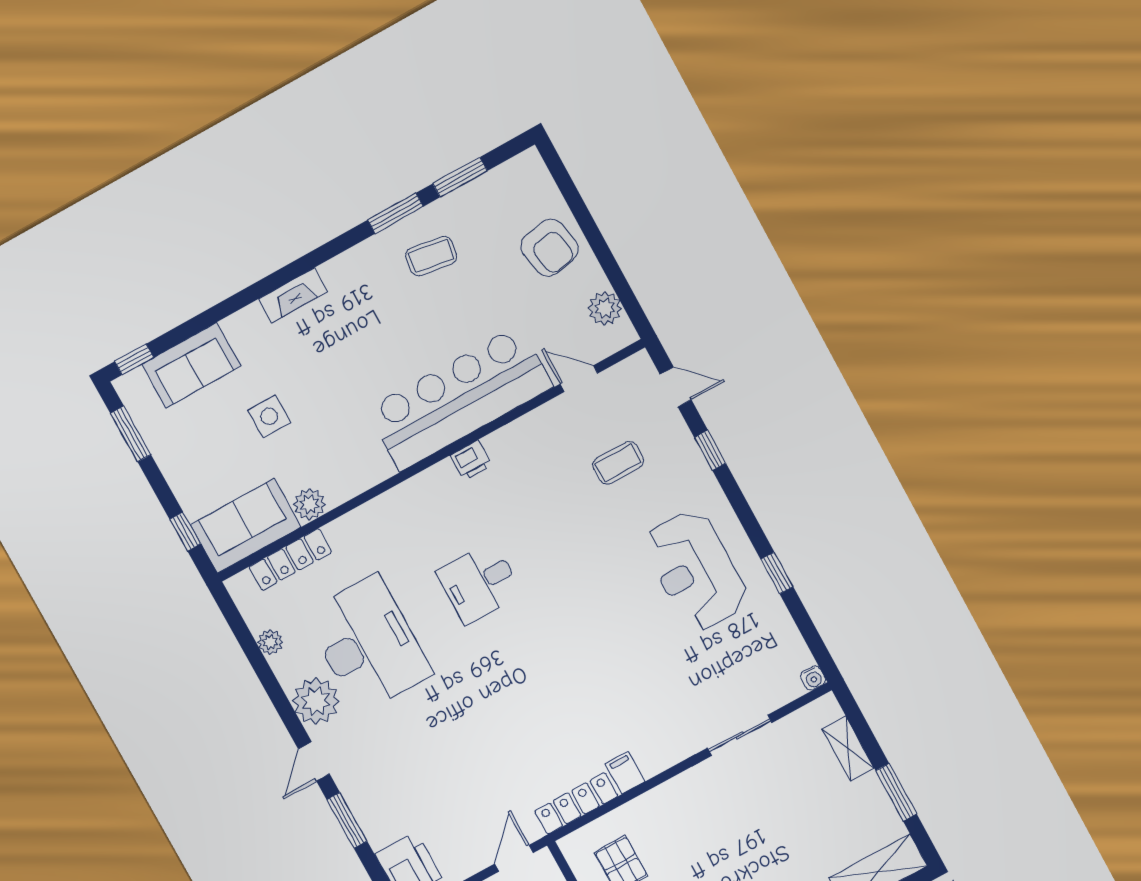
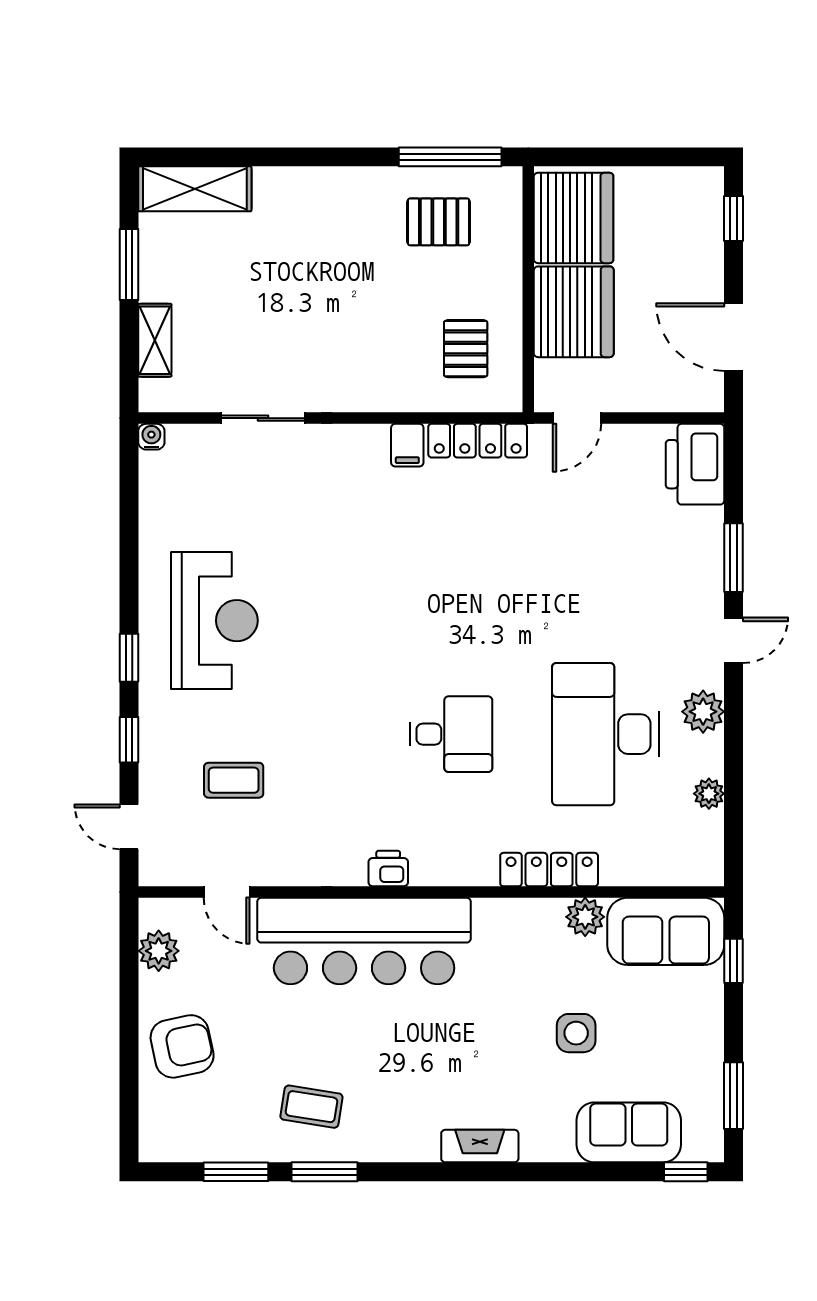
armchair: (549, 248) -> (182, 1046), turned 88
locker: (290, 559) -> (549, 870), moved
window: (777, 573) -> (129, 658), moved
plant: (316, 701) -> (703, 712), width x0.73, depth x0.73

